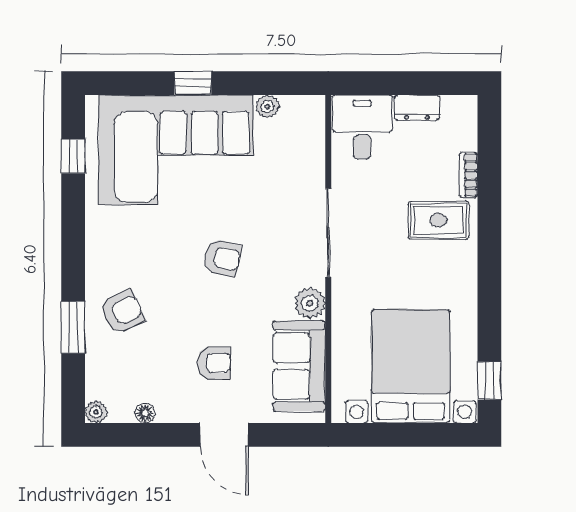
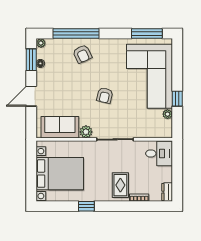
window: (193, 83) -> (177, 99), moved
dresser: (417, 107) -> (167, 192), moved
window: (73, 156) -> (147, 34), width x2.17
window: (73, 327) -> (76, 34), width x2.11
armchair: (214, 363) -> (61, 92), removed
window: (489, 381) -> (86, 206), moved
window: (136, 435) -> (31, 60), added

